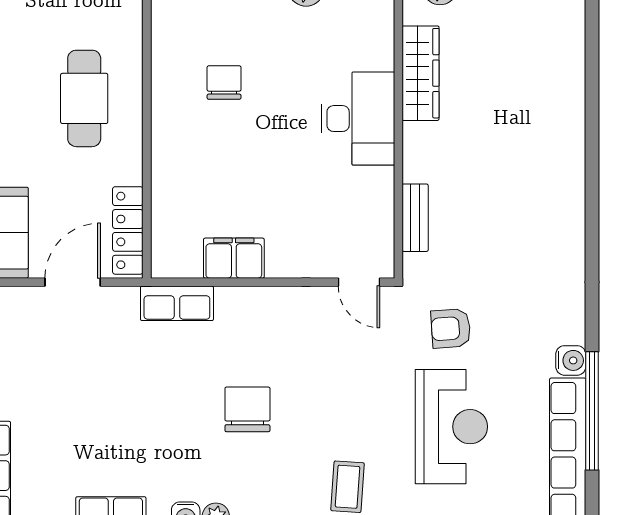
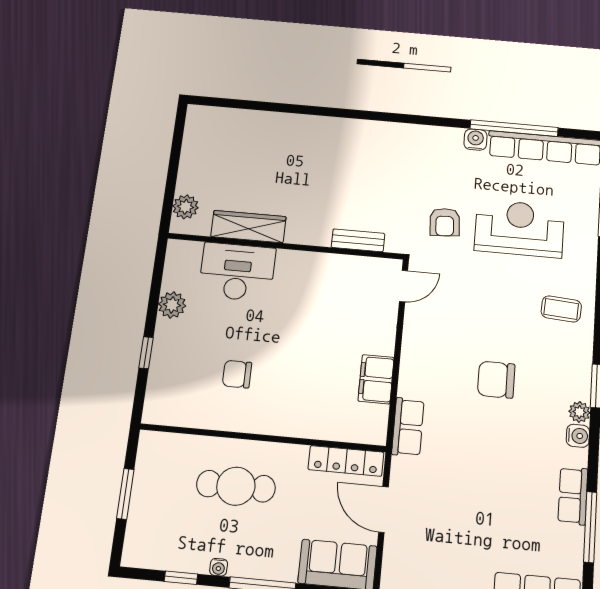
desk: (358, 119) -> (237, 272), moved

